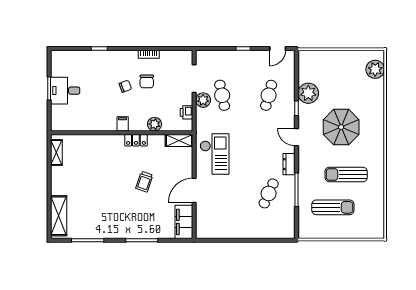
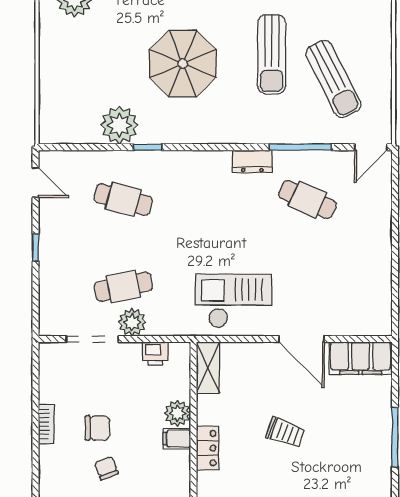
filing cabinet: (123, 124) -> (177, 439), moved
door: (297, 137) -> (371, 147), moved
sun lounger: (333, 207) -> (333, 79), turned 153

